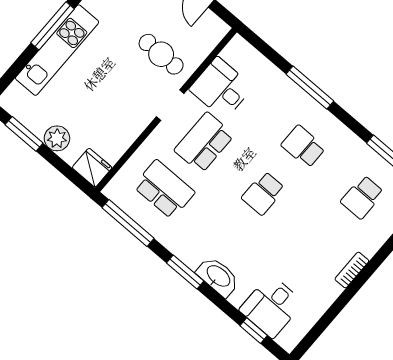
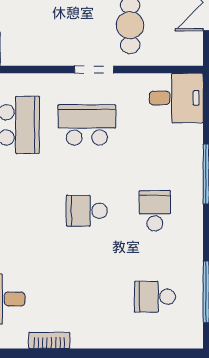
desk: (221, 88) -> (176, 98), moved, turned 90
bookcase: (352, 270) -> (49, 340), moved

